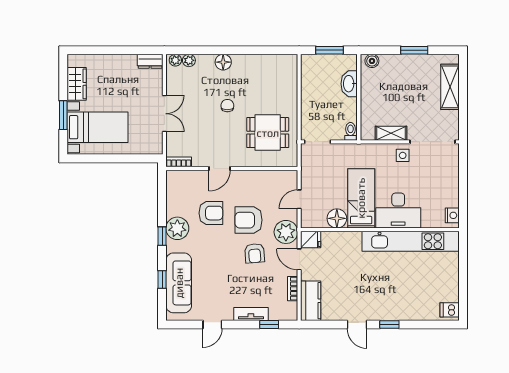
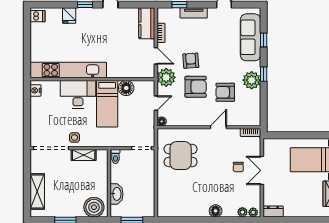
boiler: (372, 61) -> (94, 207), width x1.86, depth x1.86
chair: (227, 106) -> (238, 167), moved
floor lamp: (292, 176) -> (162, 121), added
fridge: (311, 240) -> (69, 16), moved, turned -90

